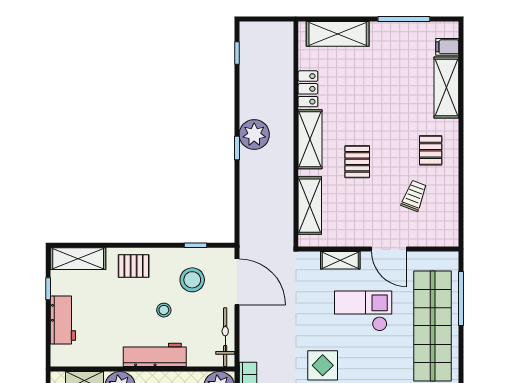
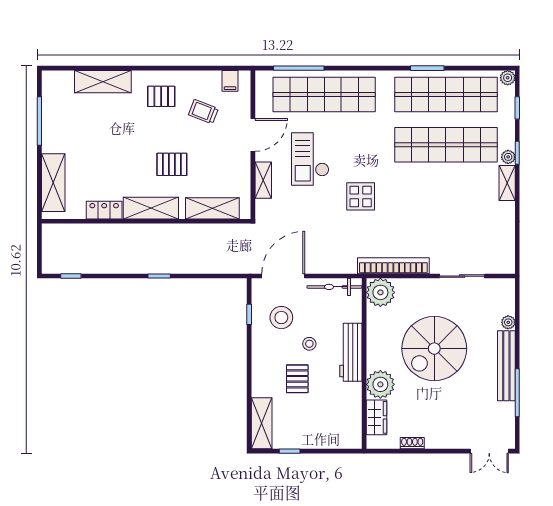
filing cabinet: (447, 47) -> (230, 81), moved
plant: (254, 134) -> (147, 260), removed
pallet: (134, 266) -> (297, 379), moved
workbench: (63, 320) -> (319, 437), removed

